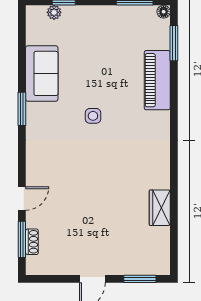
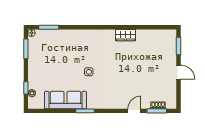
sofa: (42, 73) -> (66, 100), width x1.36
piano: (157, 80) -> (69, 36), removed
door: (22, 199) -> (134, 111), hinge flipped
wardrobe: (160, 208) -> (125, 35), moved

